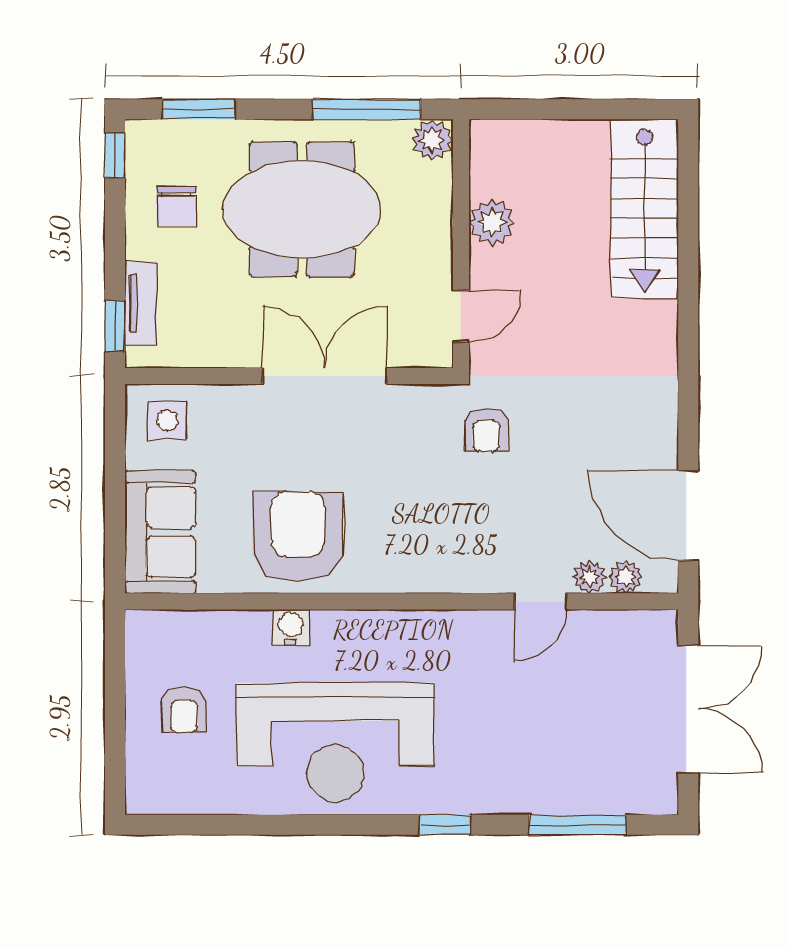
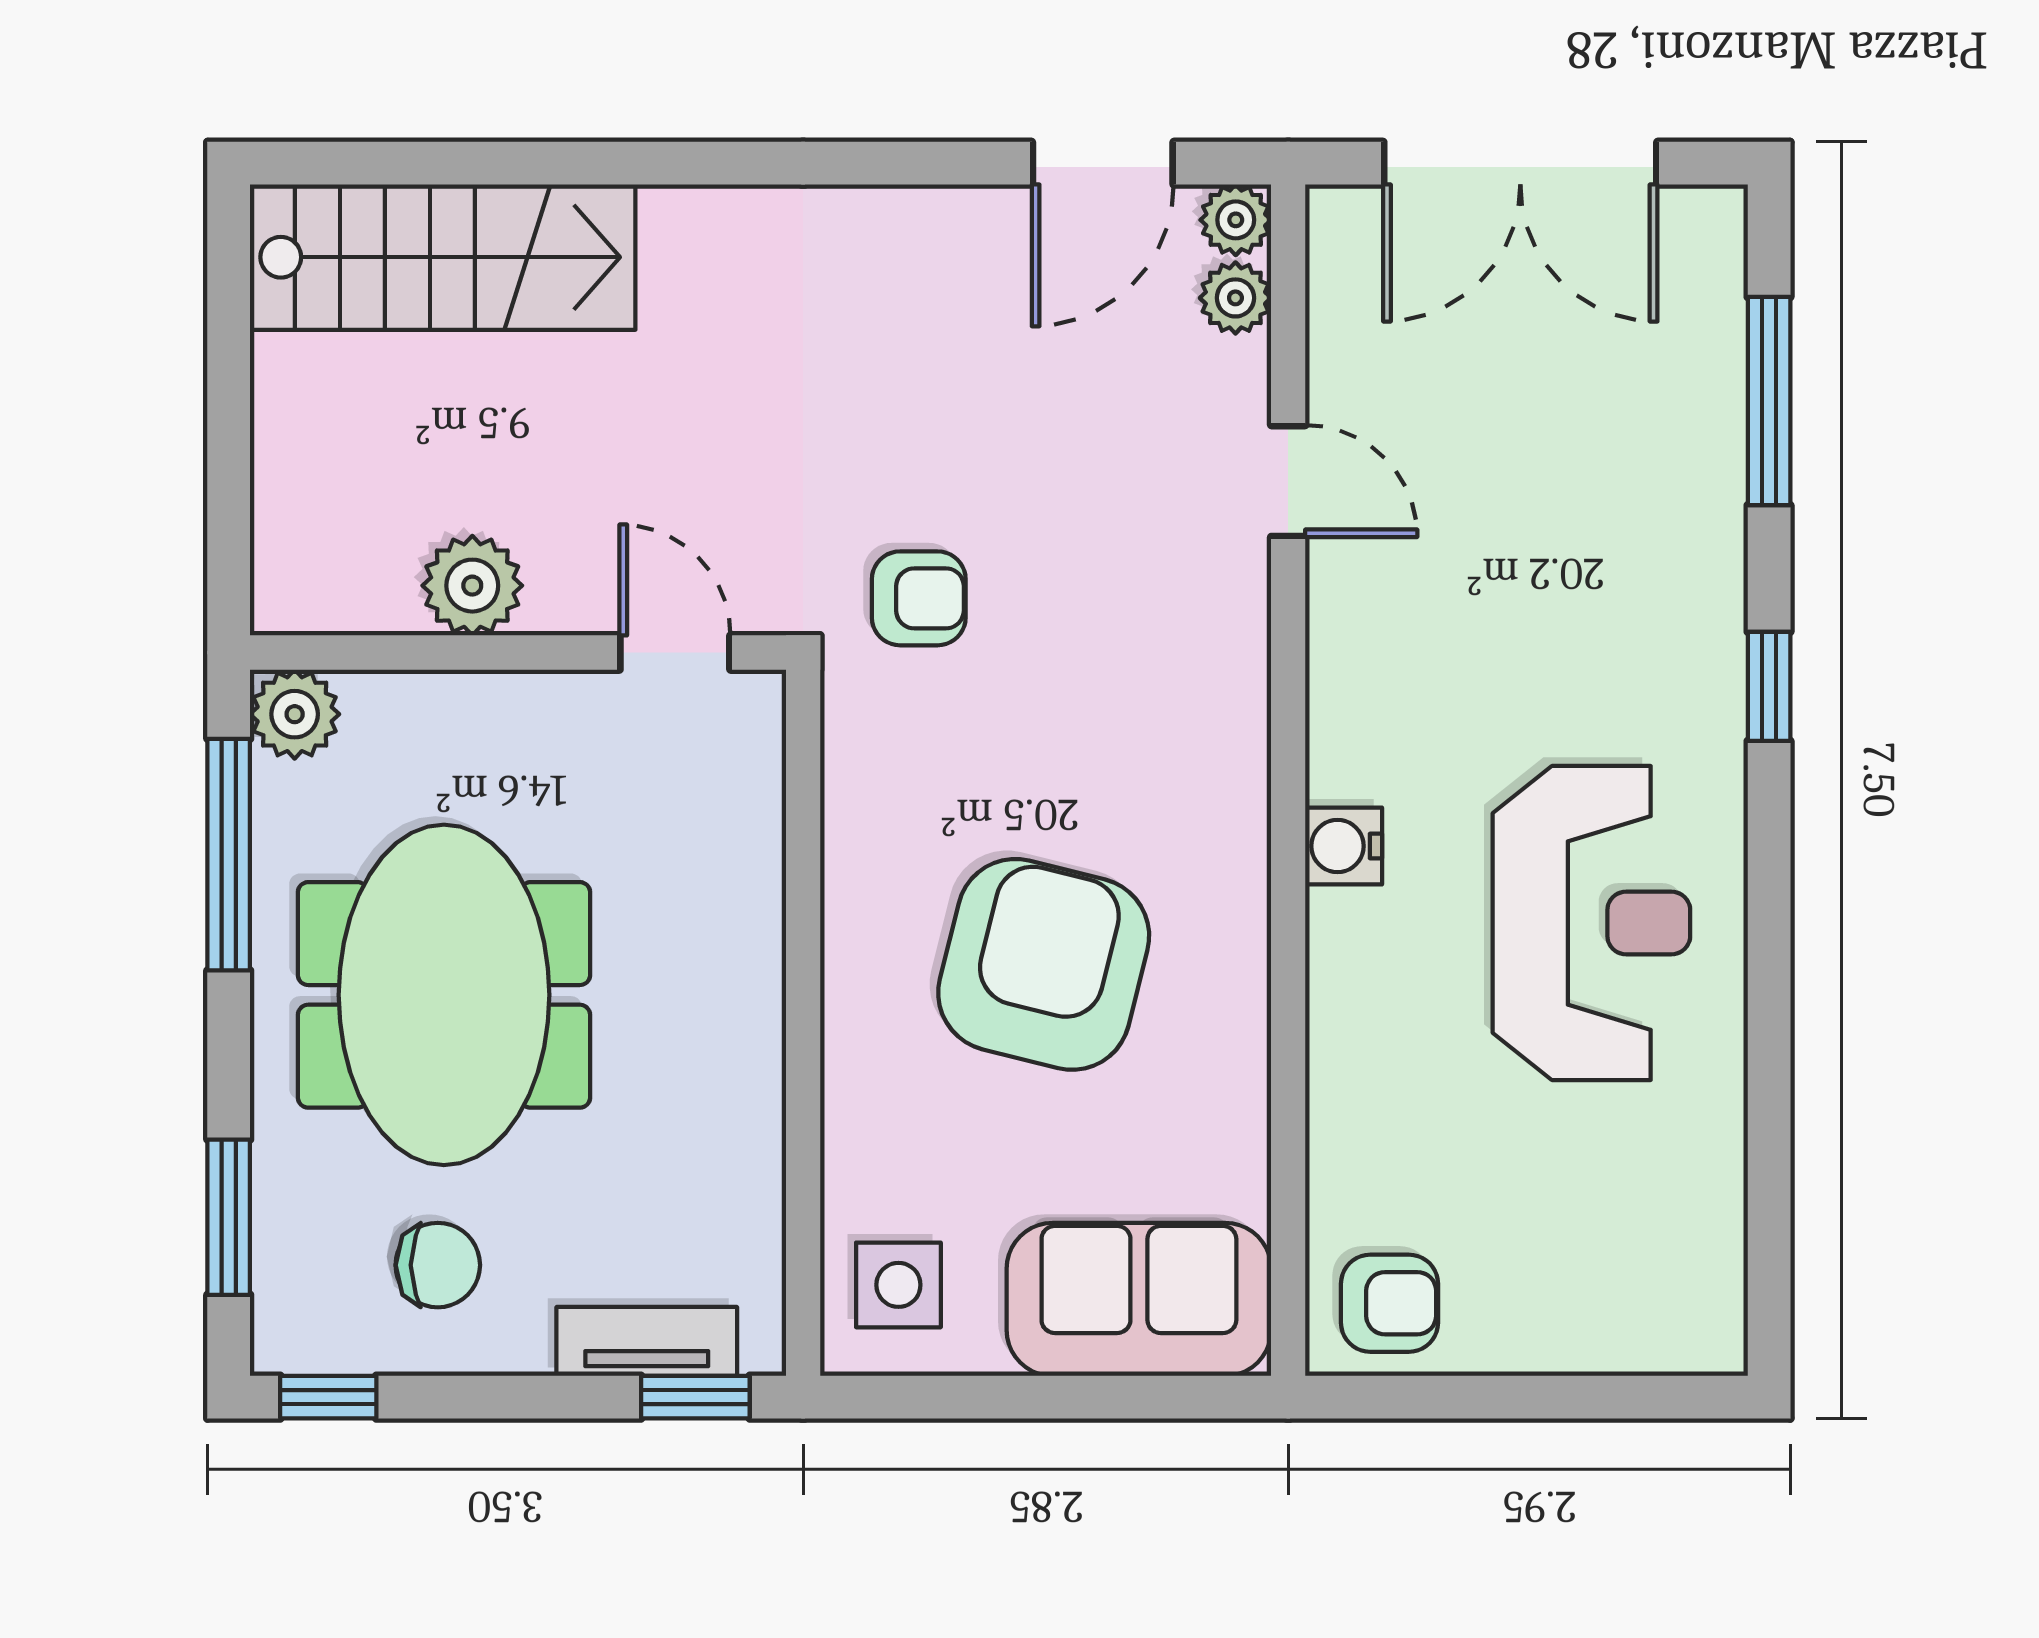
double door: (325, 376) -> (803, 946), removed
door: (688, 515) -> (1103, 163), width x0.73
armchair: (298, 537) -> (1044, 964), moved, turned 104
plant: (589, 577) -> (1236, 220), moved
water cooler: (291, 627) -> (1344, 846), moved
double door: (688, 709) -> (1520, 163), swing flipped
armchair: (184, 710) -> (1390, 1303), moved
reception desk: (335, 742) -> (1591, 923), width x0.74, depth x0.77

